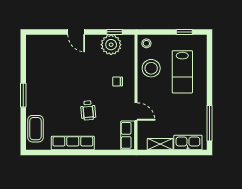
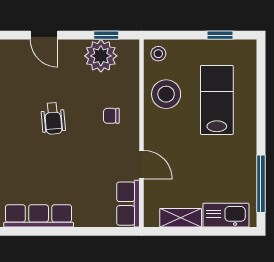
lab bench: (182, 72) -> (217, 100), turned 180
wheelchair: (88, 110) -> (53, 119), moved

